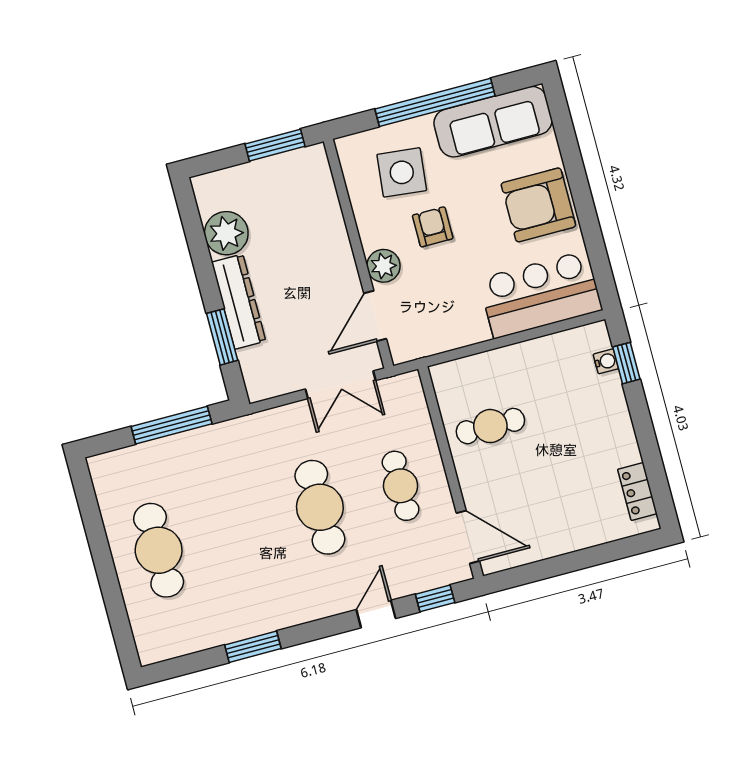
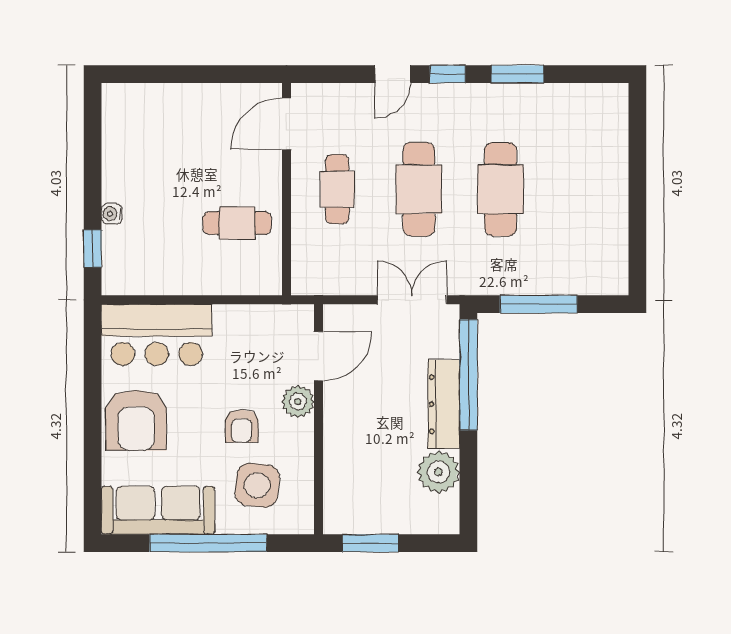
armchair: (538, 205) -> (136, 420), turned 90
window: (222, 337) -> (468, 375), width x2.11
water cooler: (606, 361) -> (112, 214), moved
double door: (340, 385) -> (412, 300), moved
locker: (637, 491) -> (115, 124), removed
door: (468, 537) -> (286, 124), hinge flipped
cafe table: (159, 550) -> (501, 189), moved
window: (435, 598) -> (448, 74), moved

